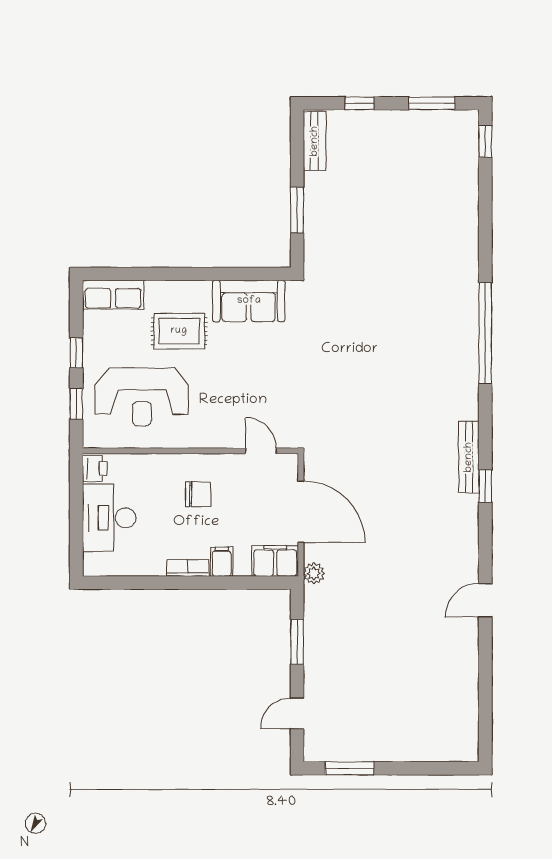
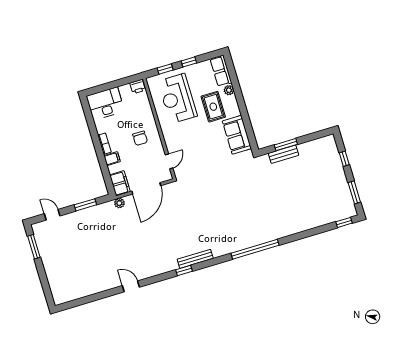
bench: (315, 141) -> (283, 154), moved
plant: (156, 290) -> (229, 90), added
desk: (109, 518) -> (105, 104), moved

